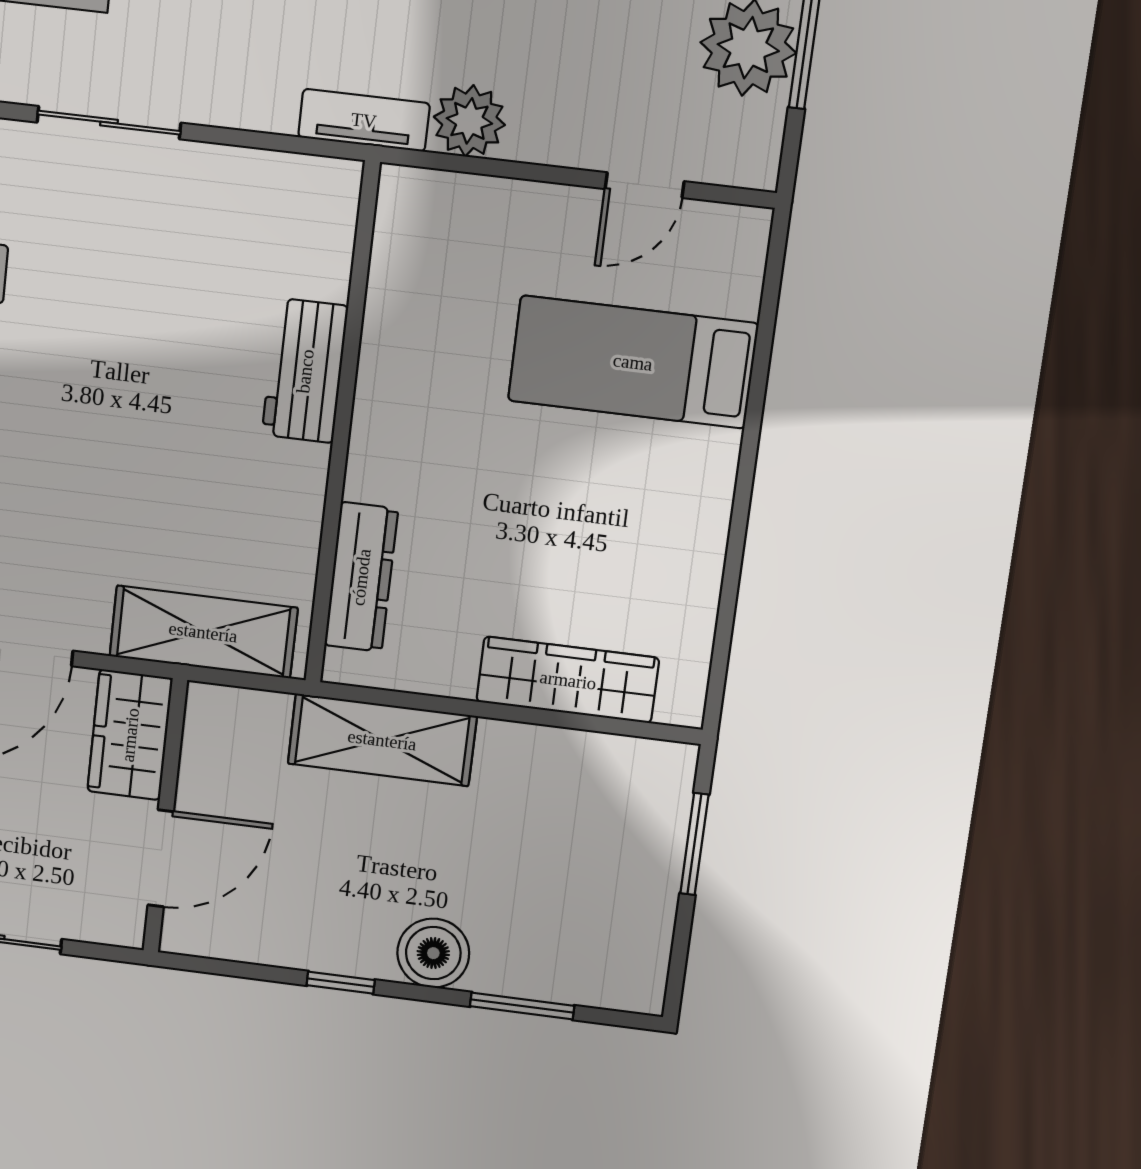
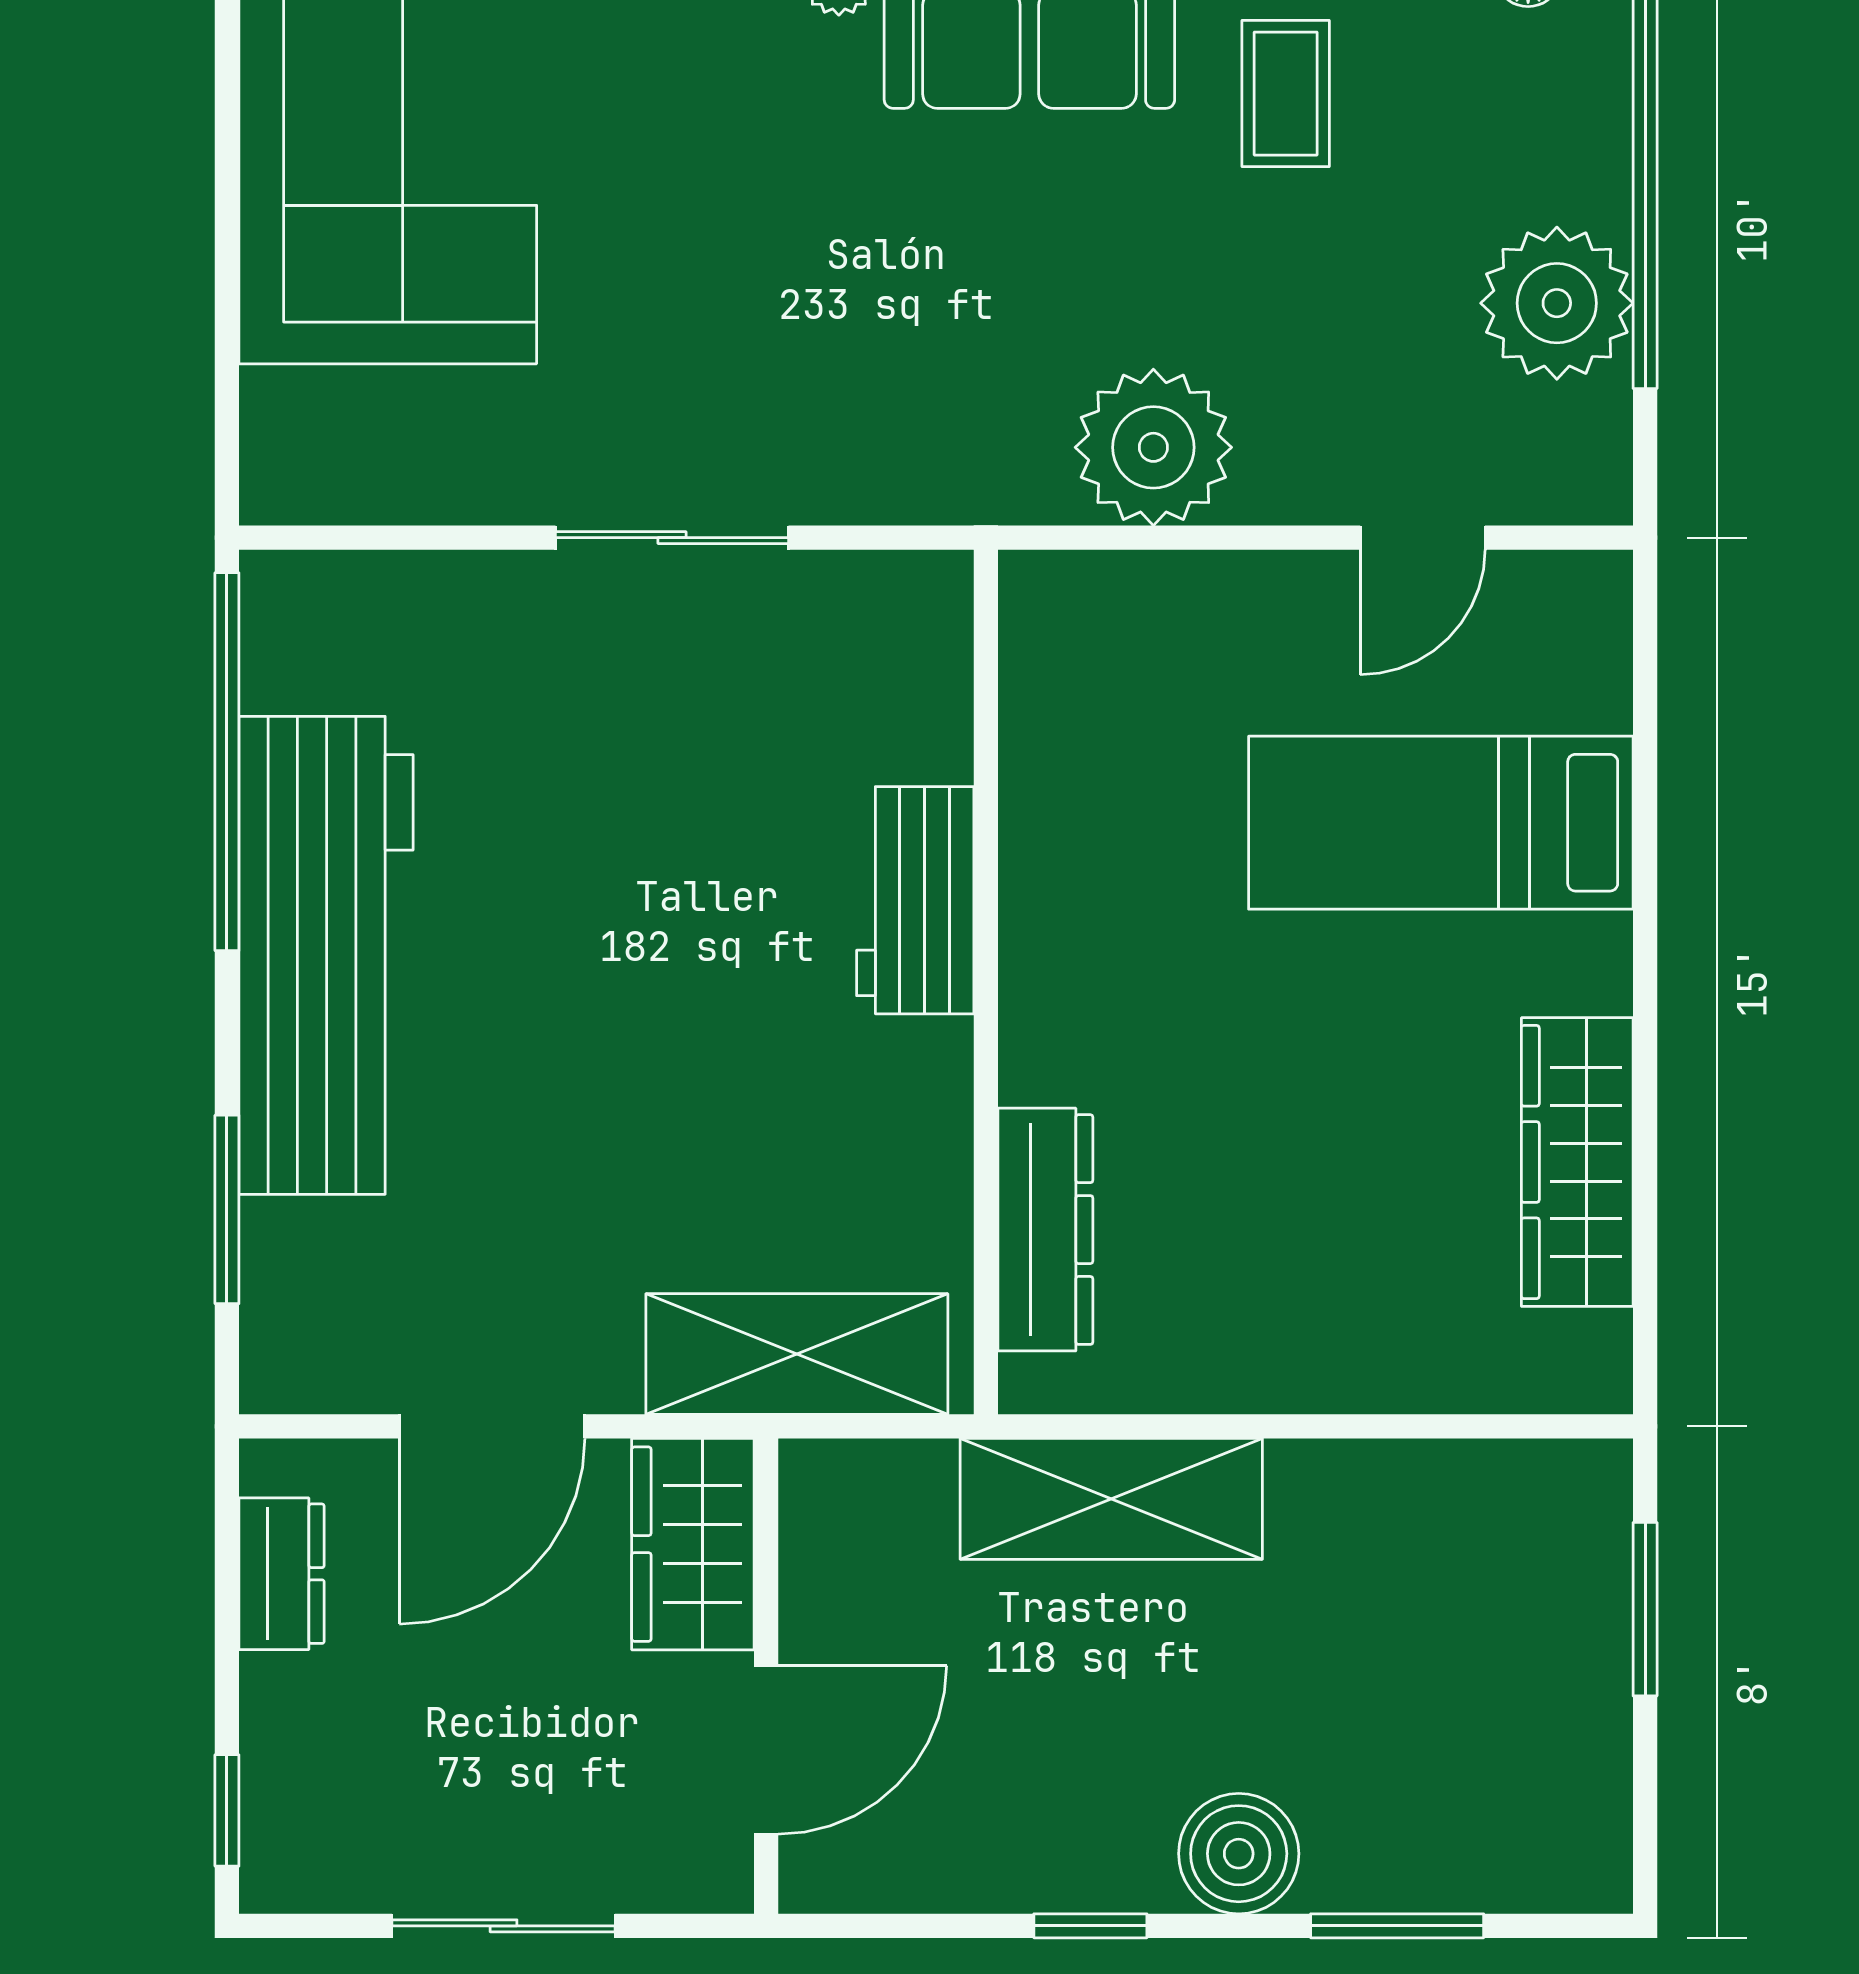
tv unit: (364, 120) -> (965, 487), removed
plant: (469, 121) -> (1153, 447), width x1.36, depth x1.36
sliding door: (109, 123) -> (672, 538), moved
wardrobe: (568, 680) -> (1577, 1162), moved, turned -90

